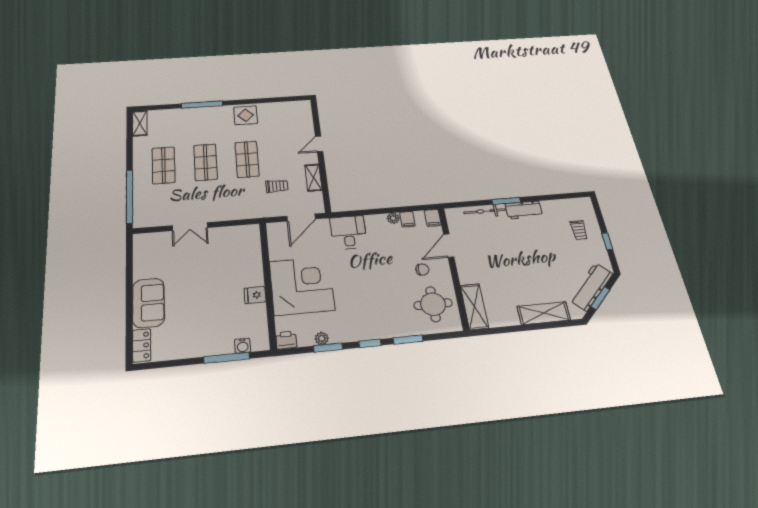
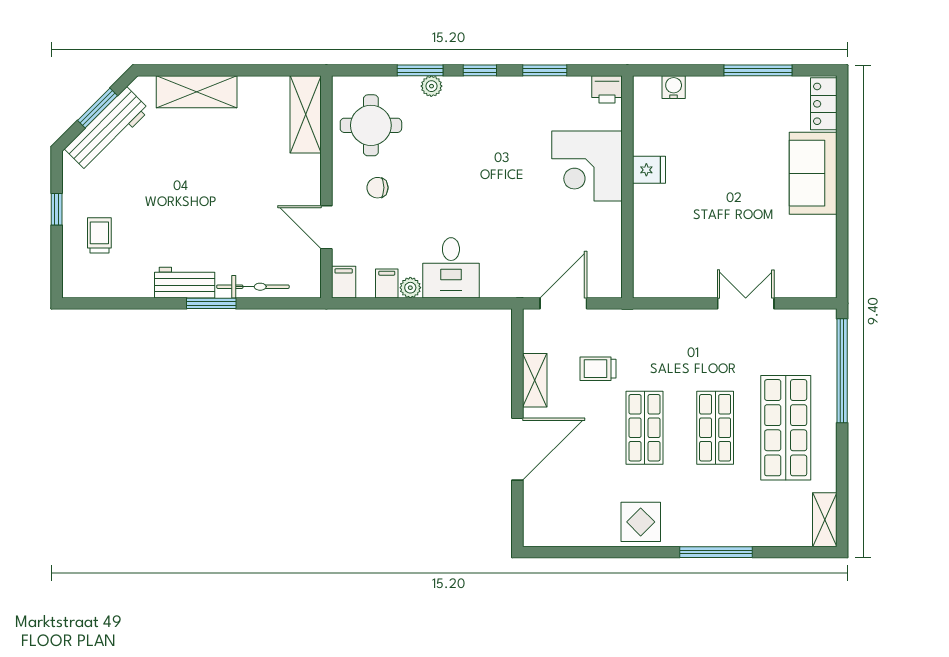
door: (319, 144) -> (517, 449), width x1.88
shop shelf: (164, 165) -> (786, 428), width x1.43, depth x1.36
desk: (348, 232) -> (451, 268), moved
door: (449, 246) -> (326, 227), swing flipped
corner desk: (302, 286) -> (587, 166), width x0.74, depth x0.74
plant: (322, 338) -> (431, 86), moved
window: (227, 358) -> (758, 70), moved

